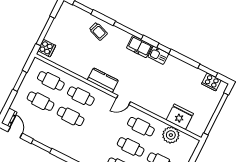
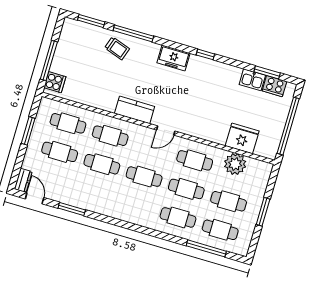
window: (128, 30) -> (133, 33), moved
kitchen sink: (158, 55) -> (252, 80), moved
cafe table: (101, 132) -> (144, 177), added

